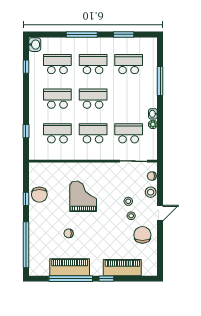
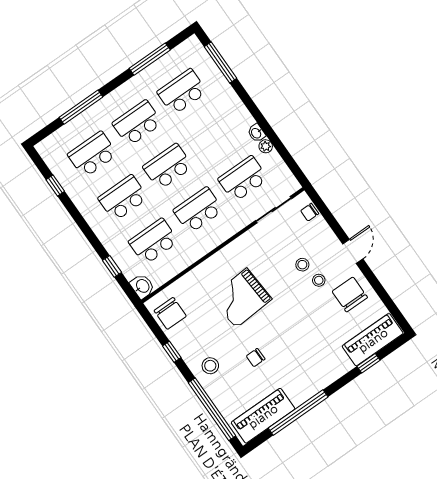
window: (82, 34) -> (81, 107), moved
window: (124, 34) -> (150, 59), width x1.44
washbasin: (35, 45) -> (142, 286), moved
window: (160, 81) -> (221, 63), moved
stool: (151, 192) -> (210, 366), moved
chair: (39, 195) -> (170, 313), moved
grand piano: (83, 196) -> (241, 298), turned -94
piano: (70, 267) -> (263, 416), moved
piano: (122, 268) -> (373, 340), moved
window: (106, 279) -> (369, 363), moved

